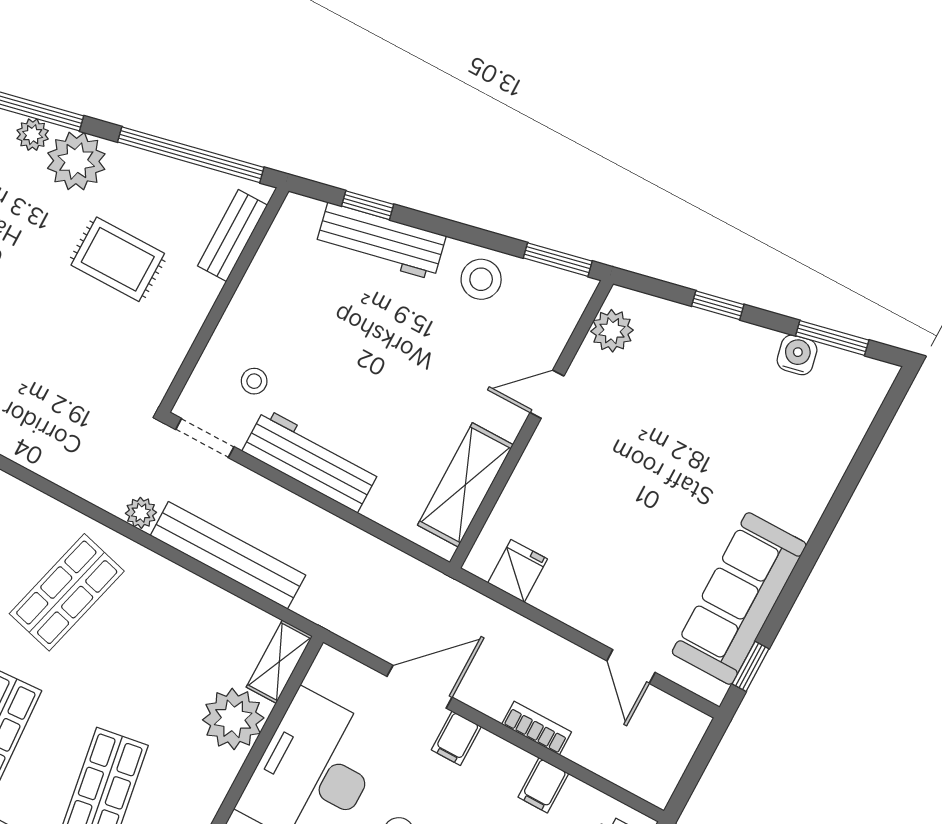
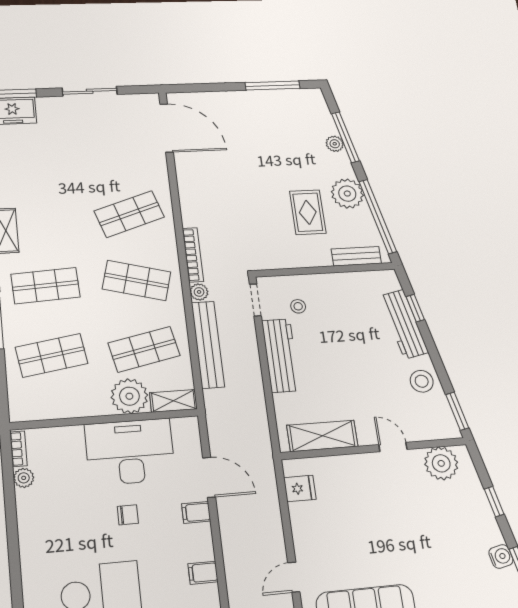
plant: (76, 161) -> (347, 194), moved
plant: (612, 331) -> (441, 463), width x1.36, depth x1.36
shop shelf: (178, 652) -> (144, 349), added
bookcase: (537, 728) -> (193, 255), moved, width x1.56

